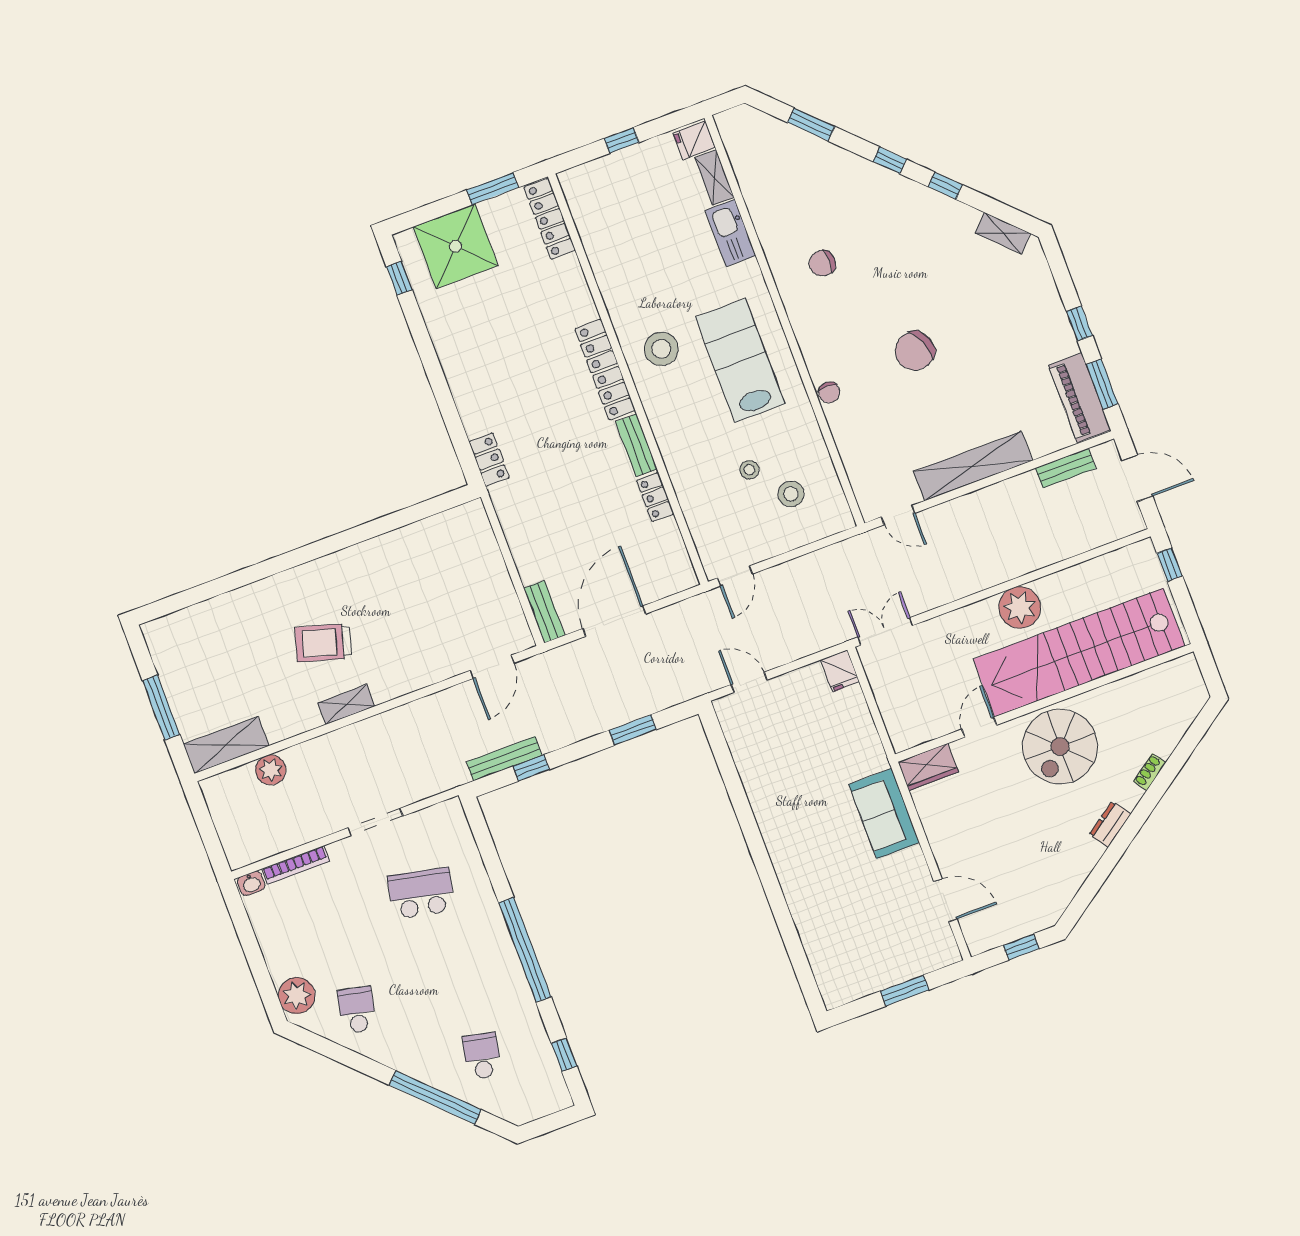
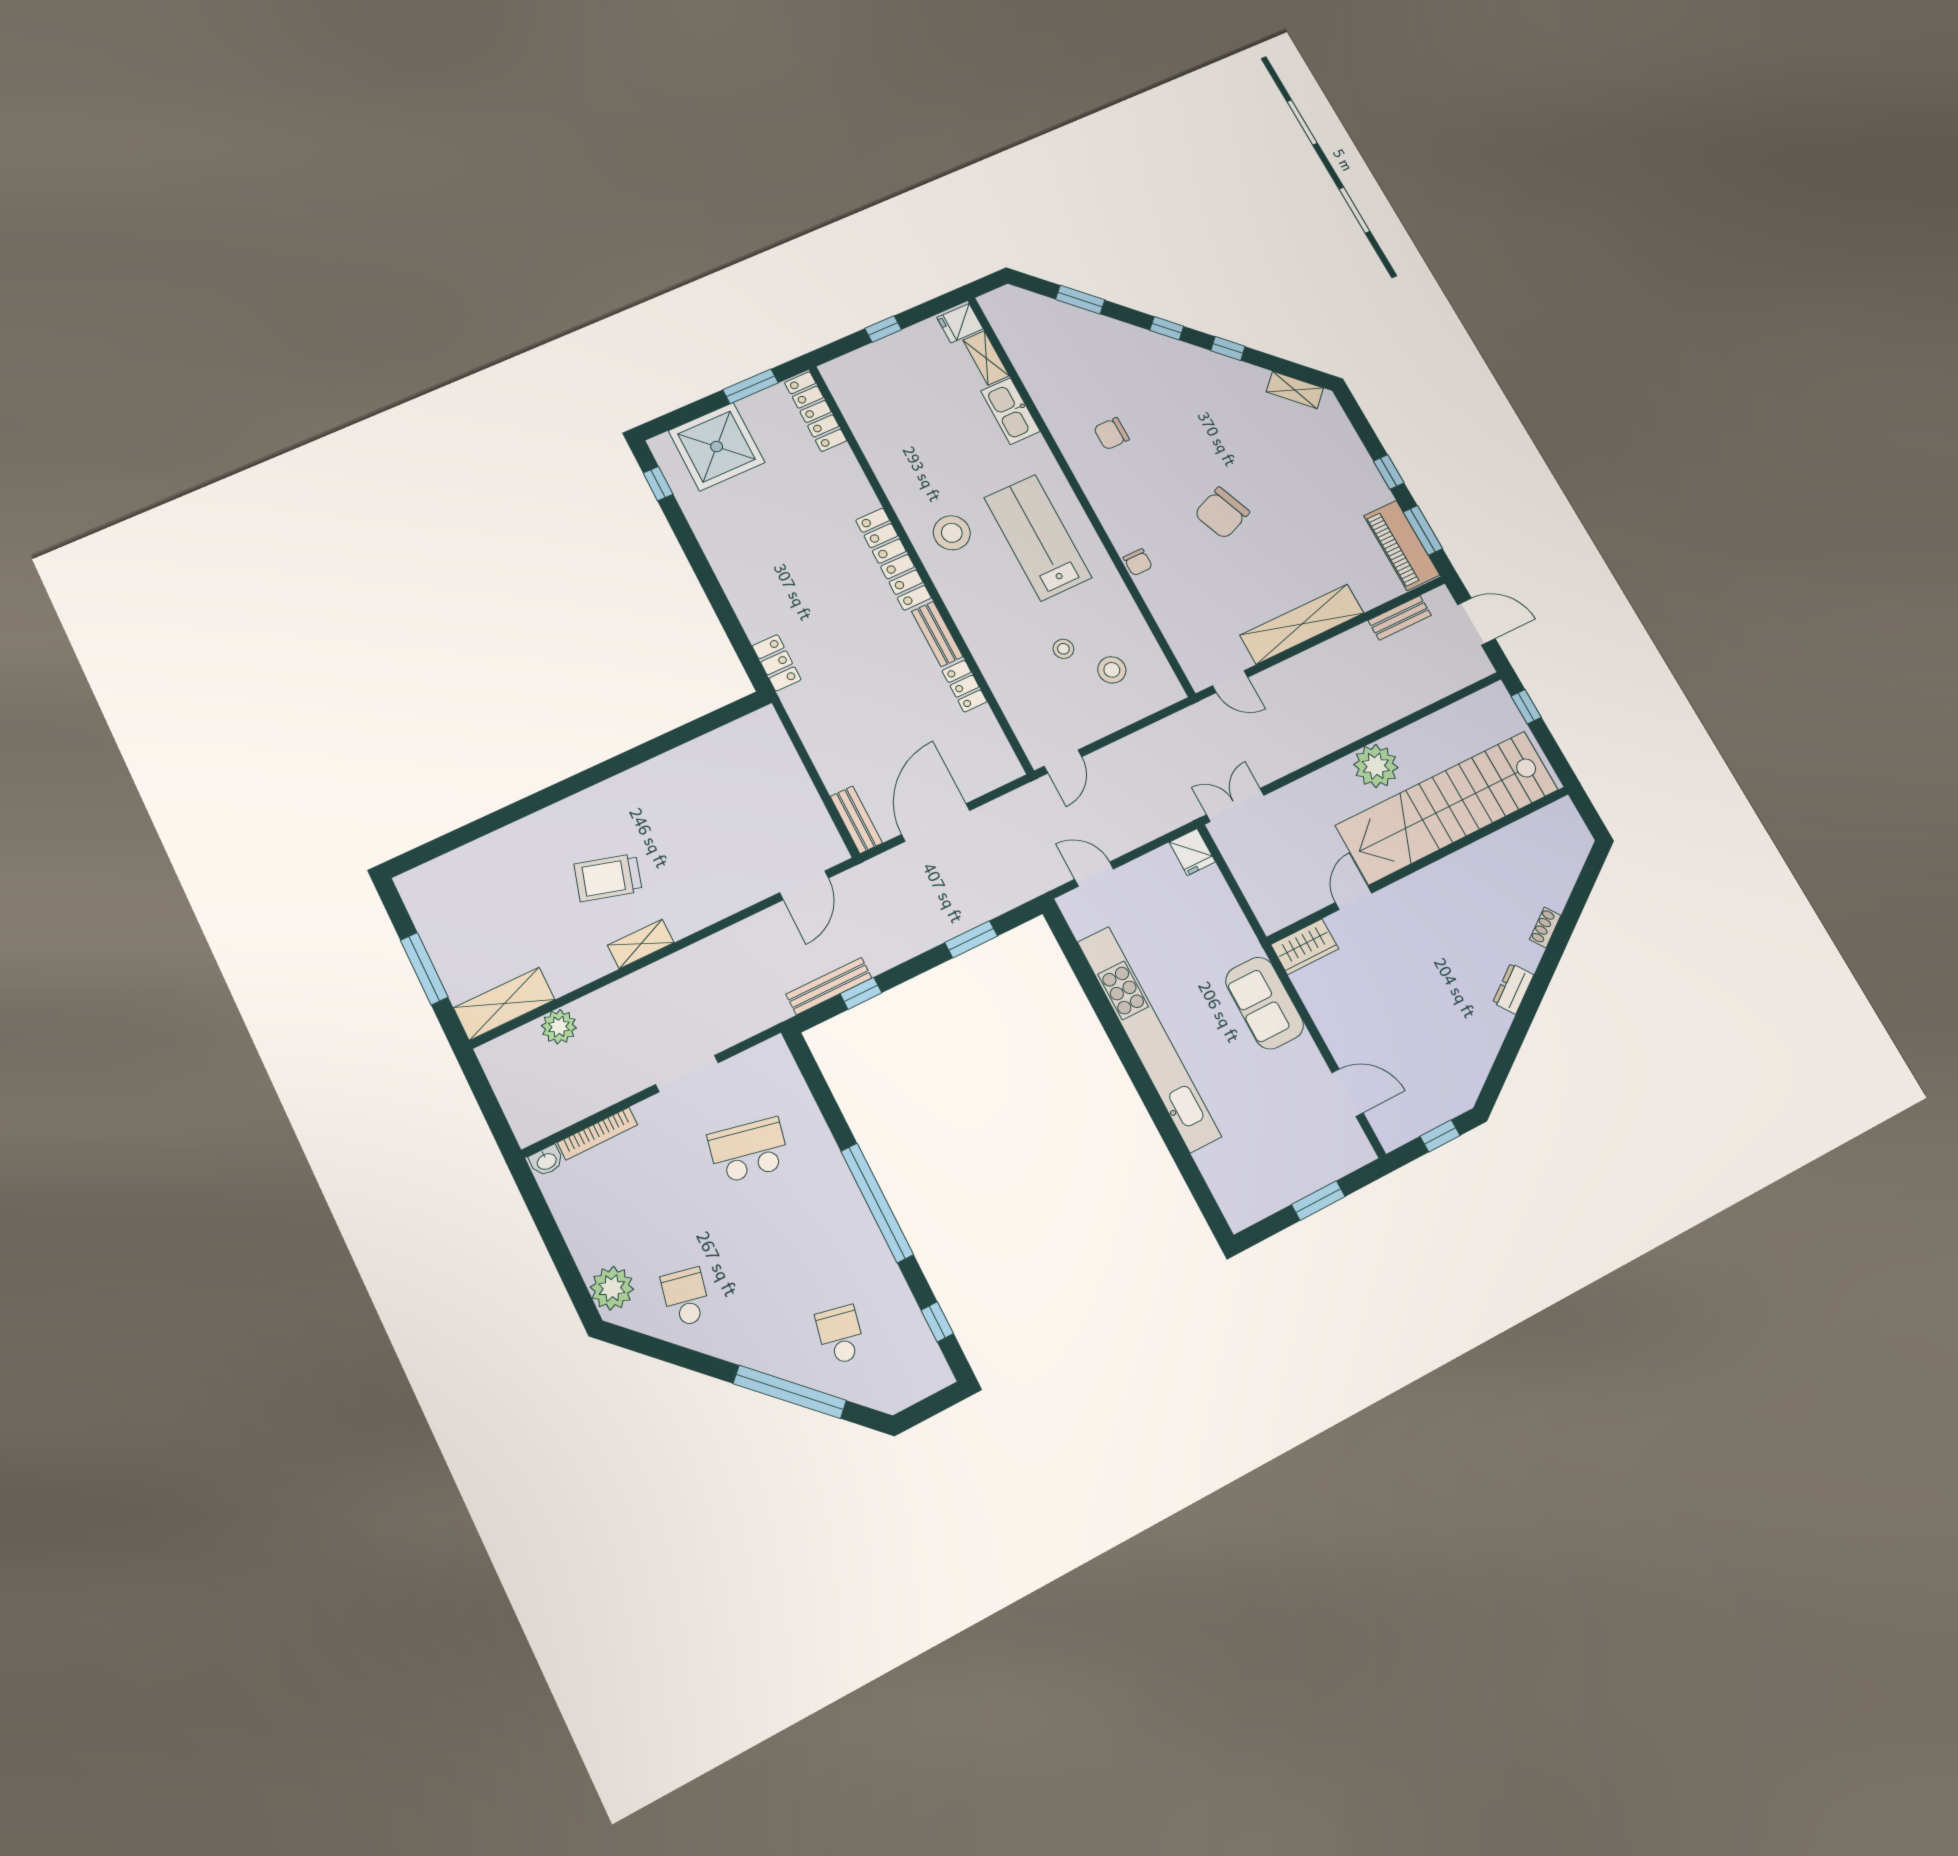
spiral stairs: (1060, 747) -> (1444, 910), removed
kitchen unit: (777, 834) -> (1149, 1039), added

